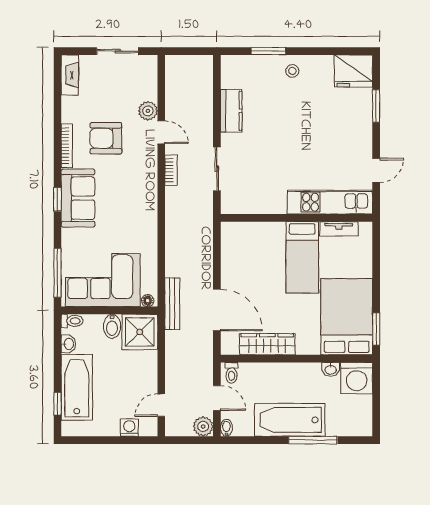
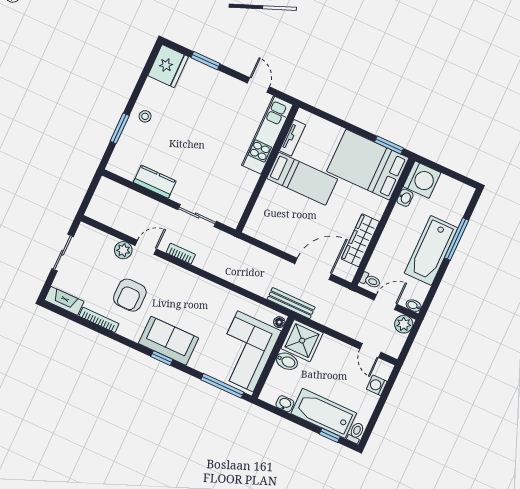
bookcase: (67, 146) -> (99, 320), moved
toilet: (72, 321) -> (356, 433), moved

